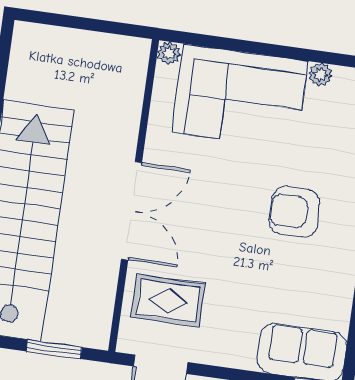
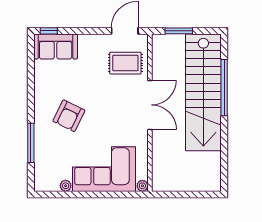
double door: (131, 211) -> (150, 105), swing flipped
armchair: (295, 212) -> (69, 116), turned 116

